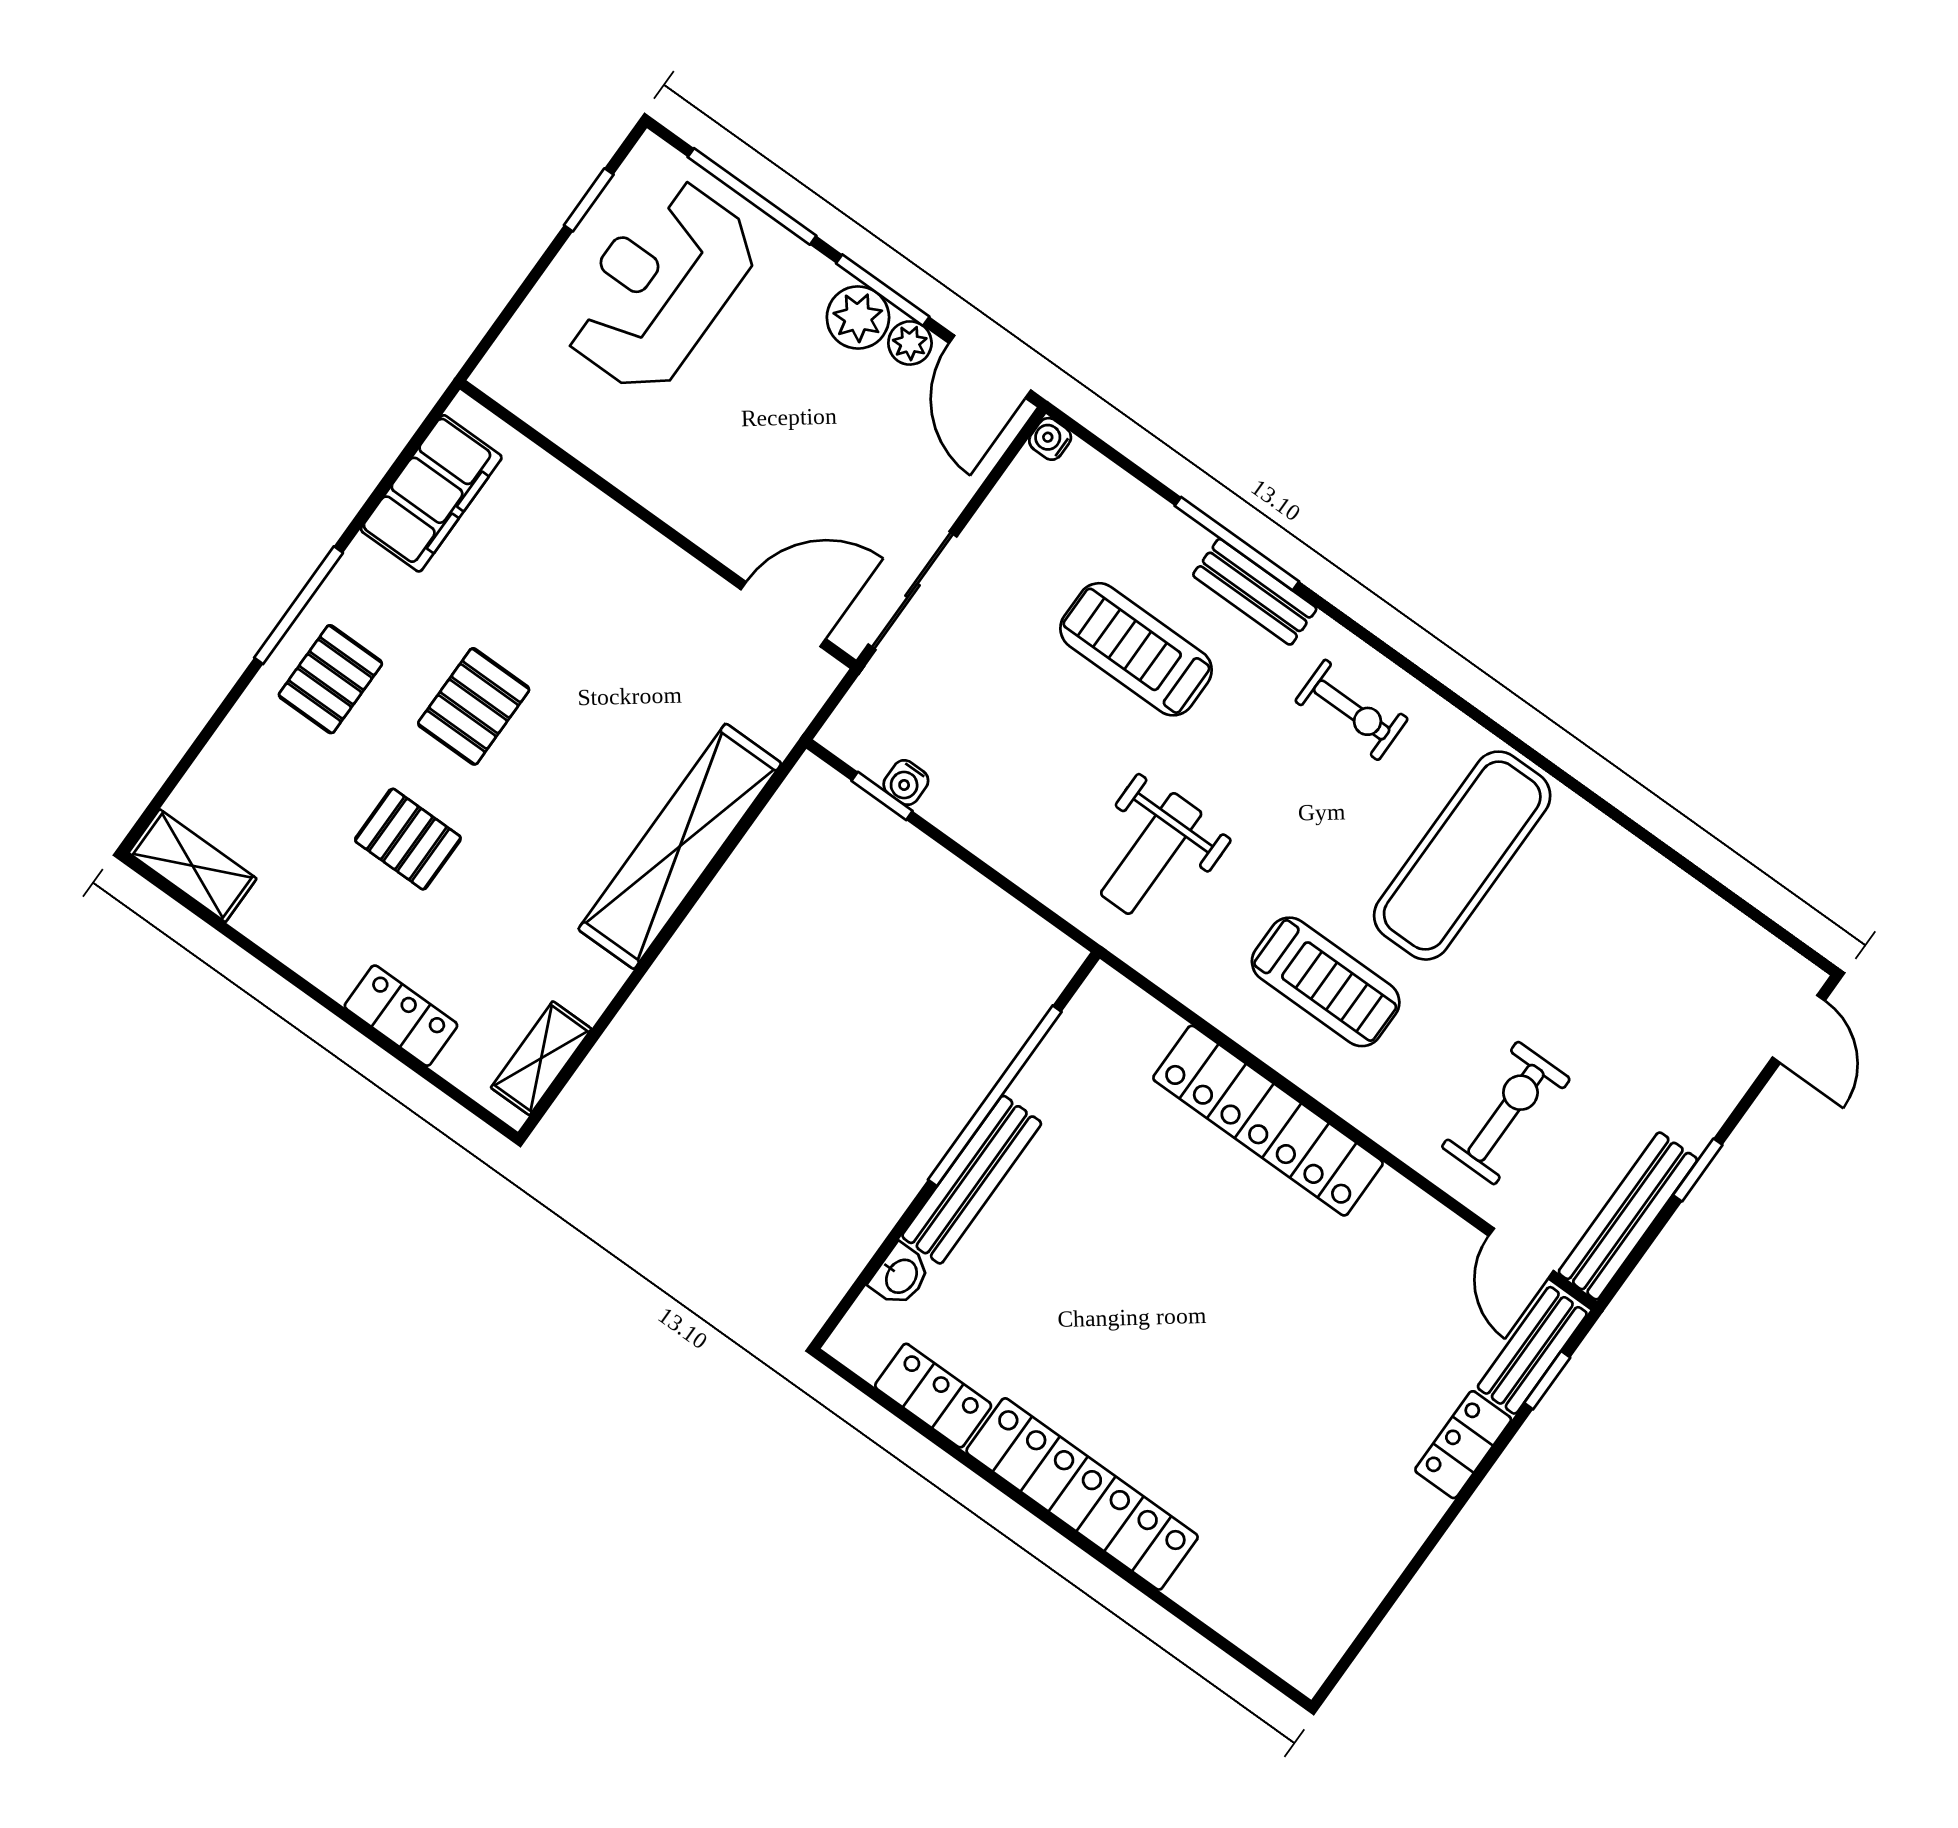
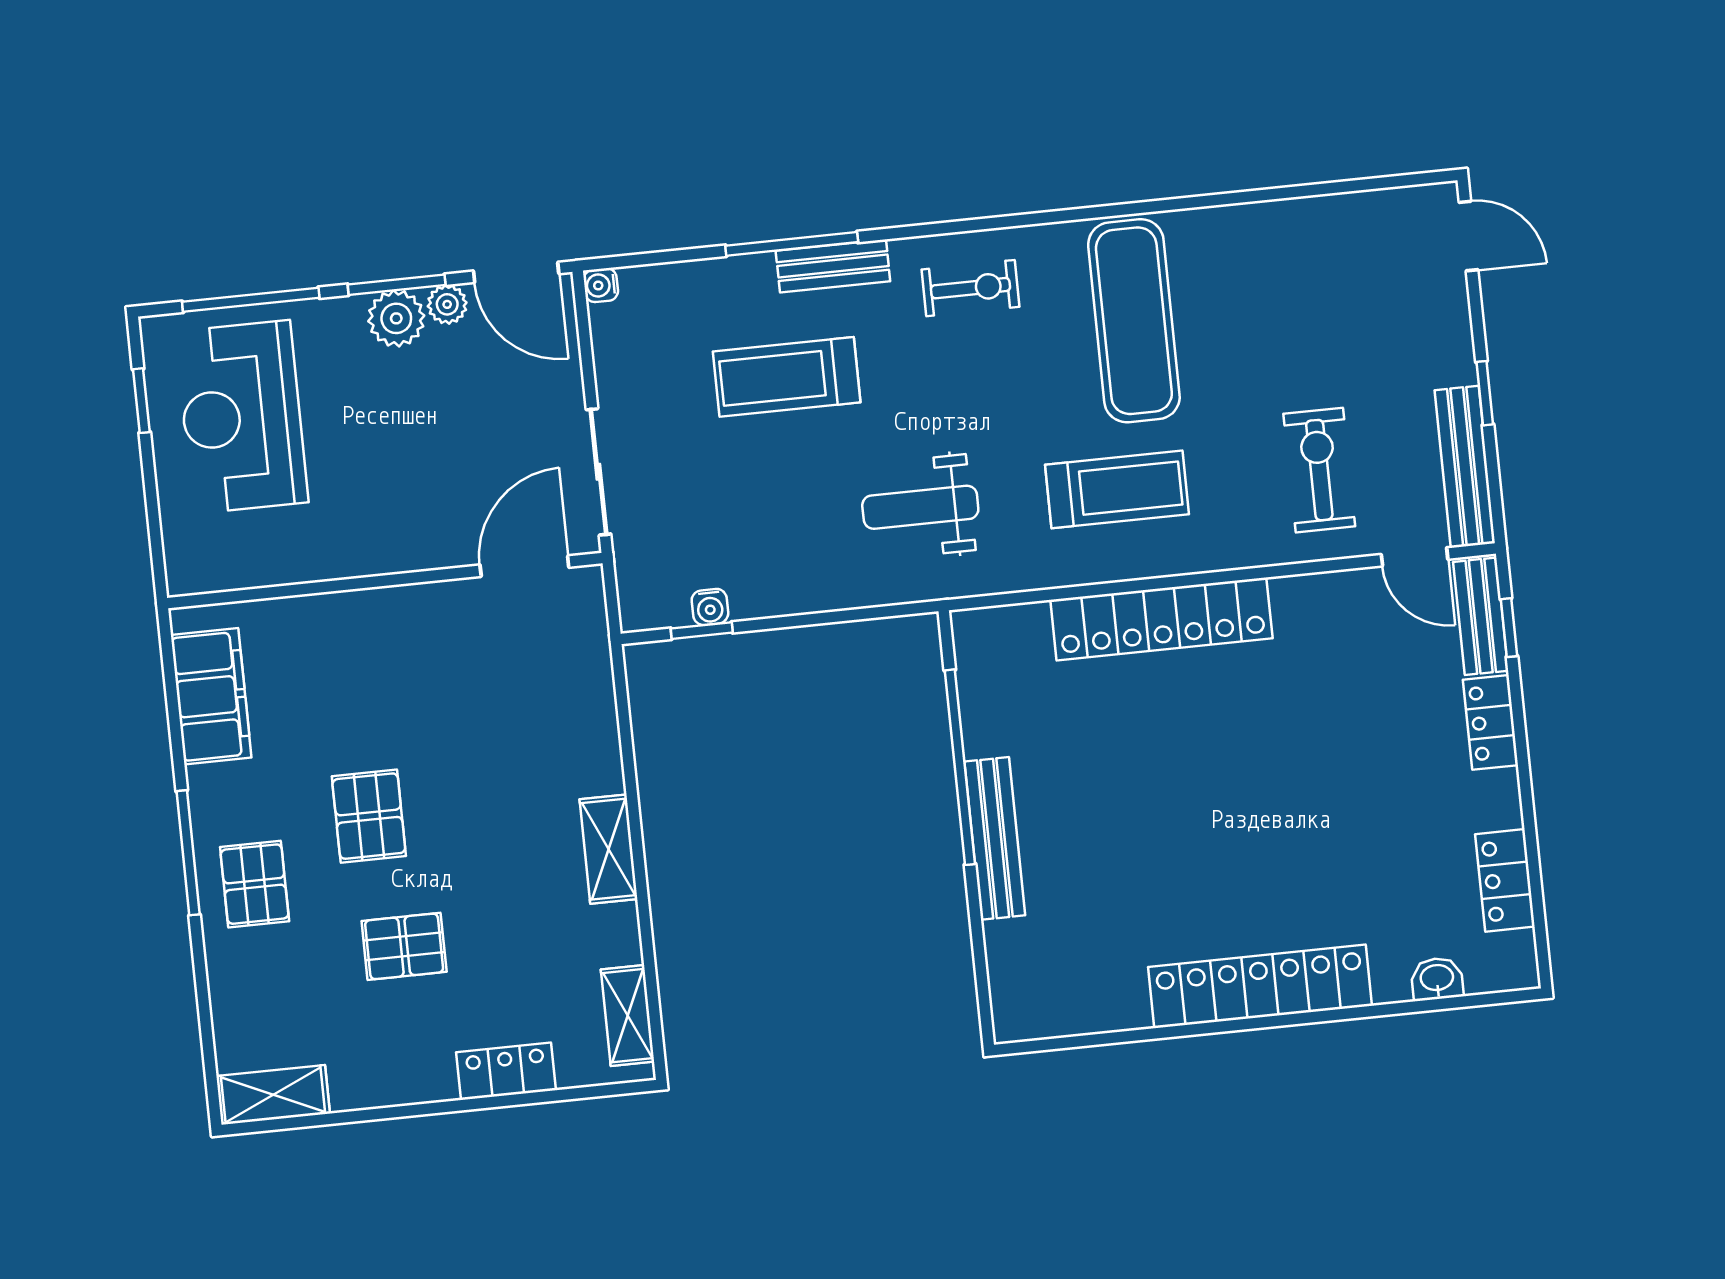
shelving: (680, 846) -> (608, 849), width x0.45, depth x0.75
weight bench: (1151, 854) -> (920, 507), turned 90
washbasin: (900, 1275) -> (1437, 979), moved, turned -90
locker: (933, 1396) -> (1505, 880), moved, turned -90

